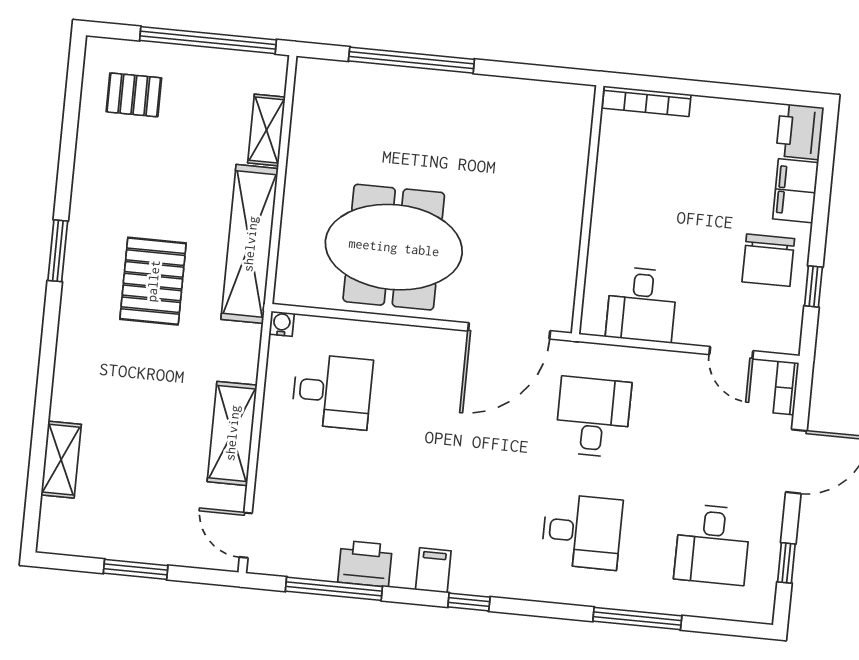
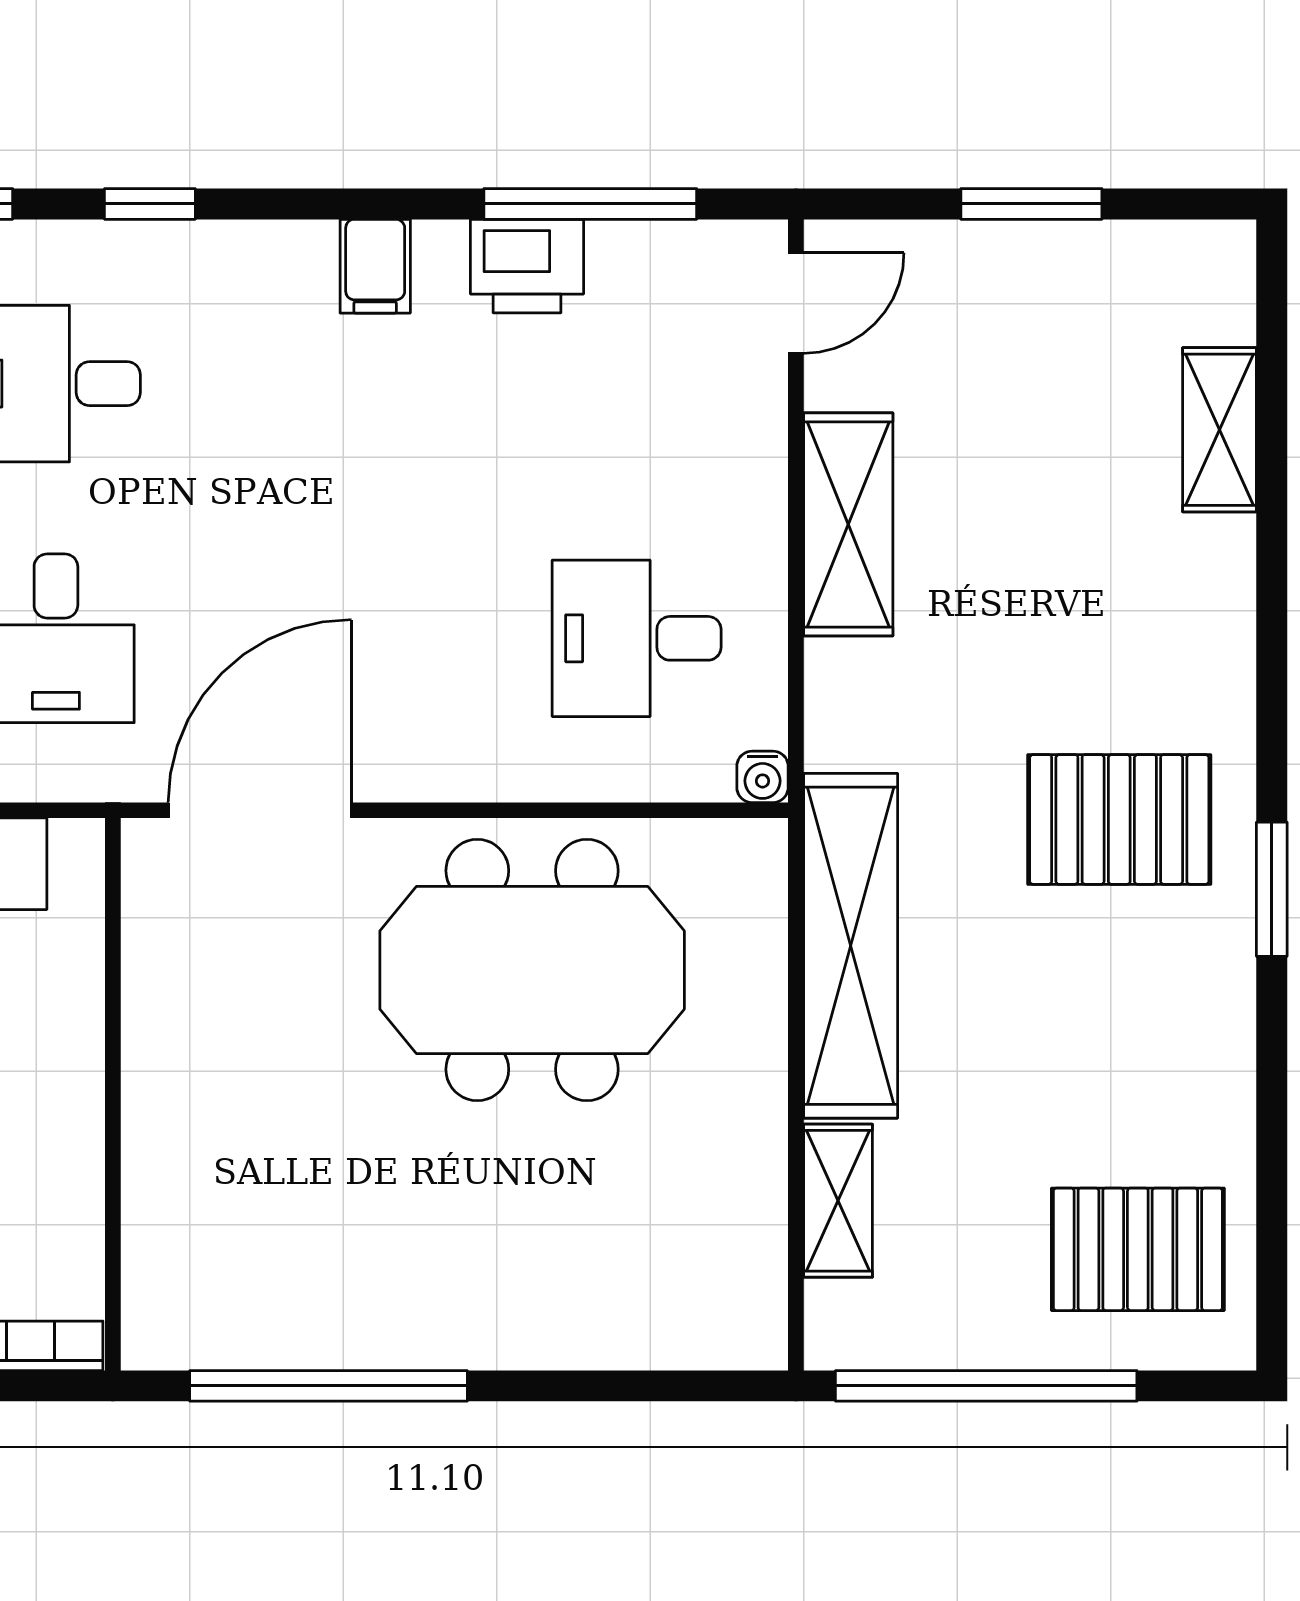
window: (411, 60) -> (328, 1386), moved
pallet: (134, 95) -> (1138, 1249), width x1.50, depth x1.42
pallet: (153, 281) -> (1119, 819), moved, turned 90
door: (246, 535) -> (796, 303), hinge flipped
window: (469, 602) -> (150, 204), moved

